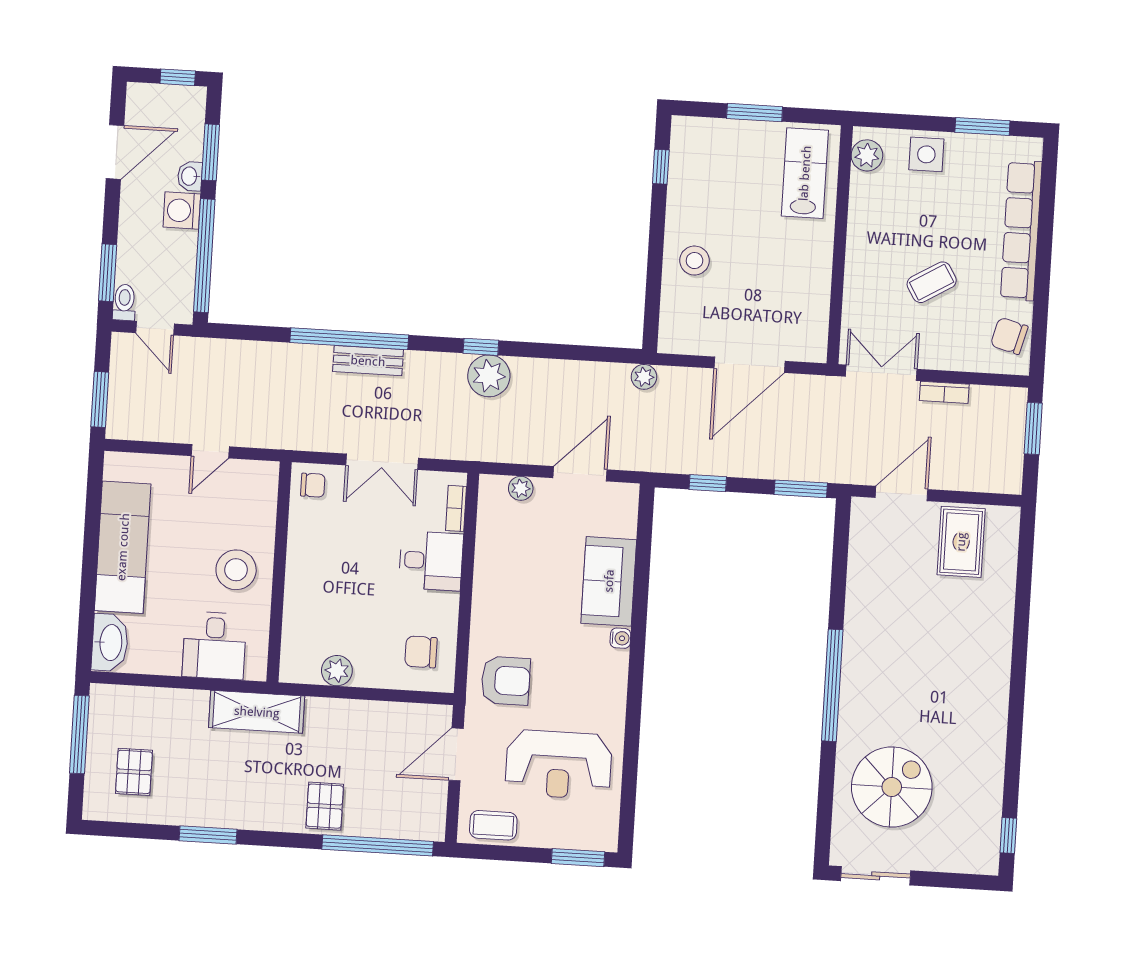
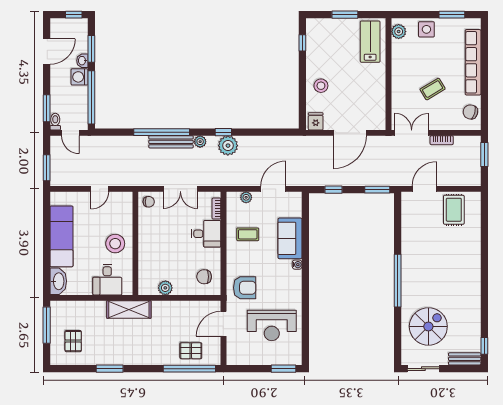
fridge: (679, 336) -> (316, 121), added
bench: (368, 361) -> (171, 142), width x1.36
plant: (644, 377) -> (200, 142), moved
pallet: (325, 806) -> (191, 351), moved, turned 90
coffee table: (493, 825) -> (248, 234), moved
bench: (965, 861) -> (465, 359), added

